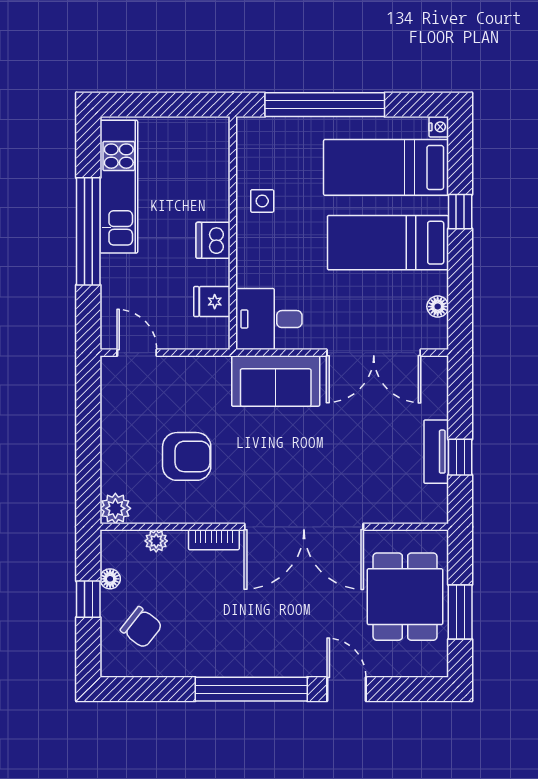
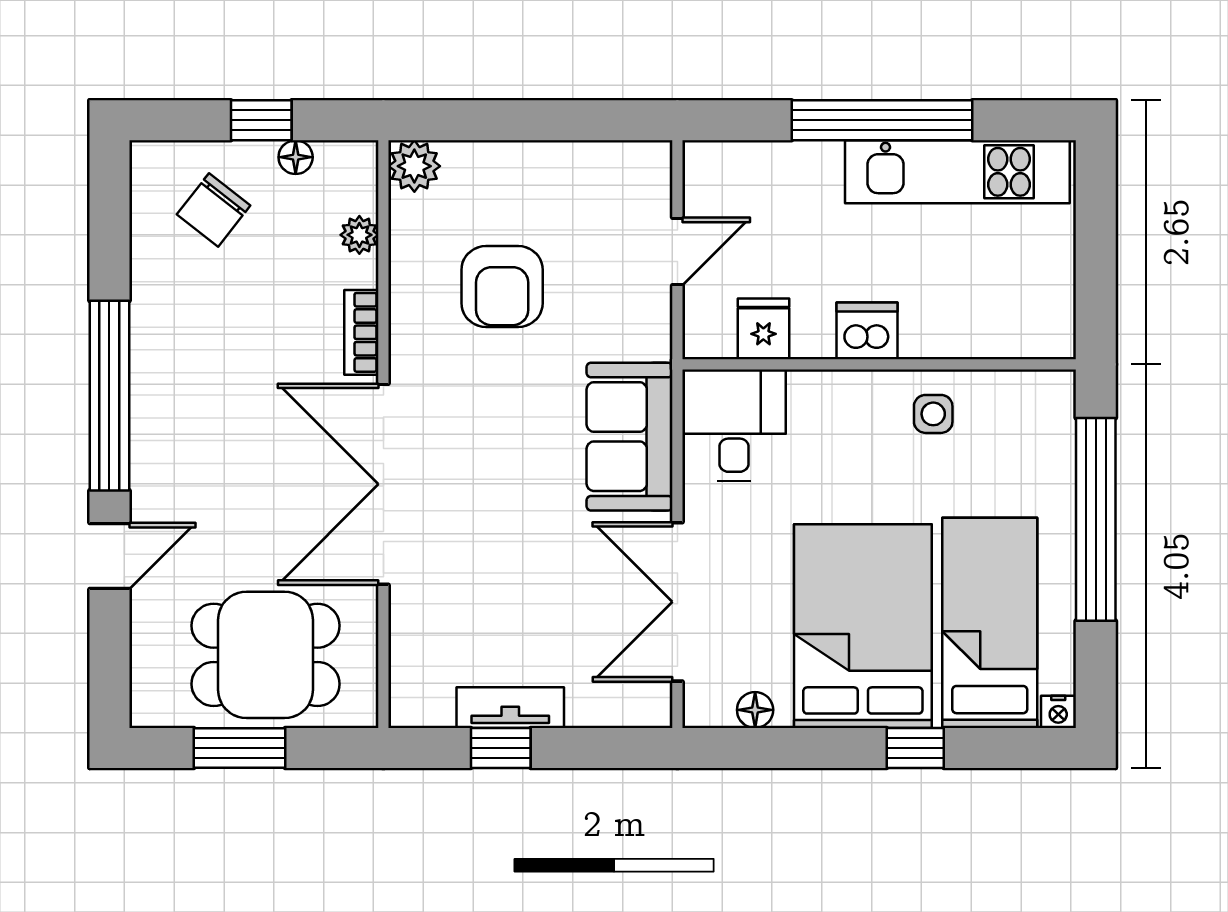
bed: (388, 243) -> (863, 626), width x1.50
door: (137, 353) -> (677, 252), moved

